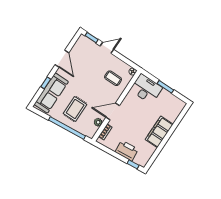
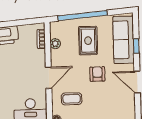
armchair: (84, 83) -> (97, 74), added
door: (113, 111) -> (49, 78), moved

